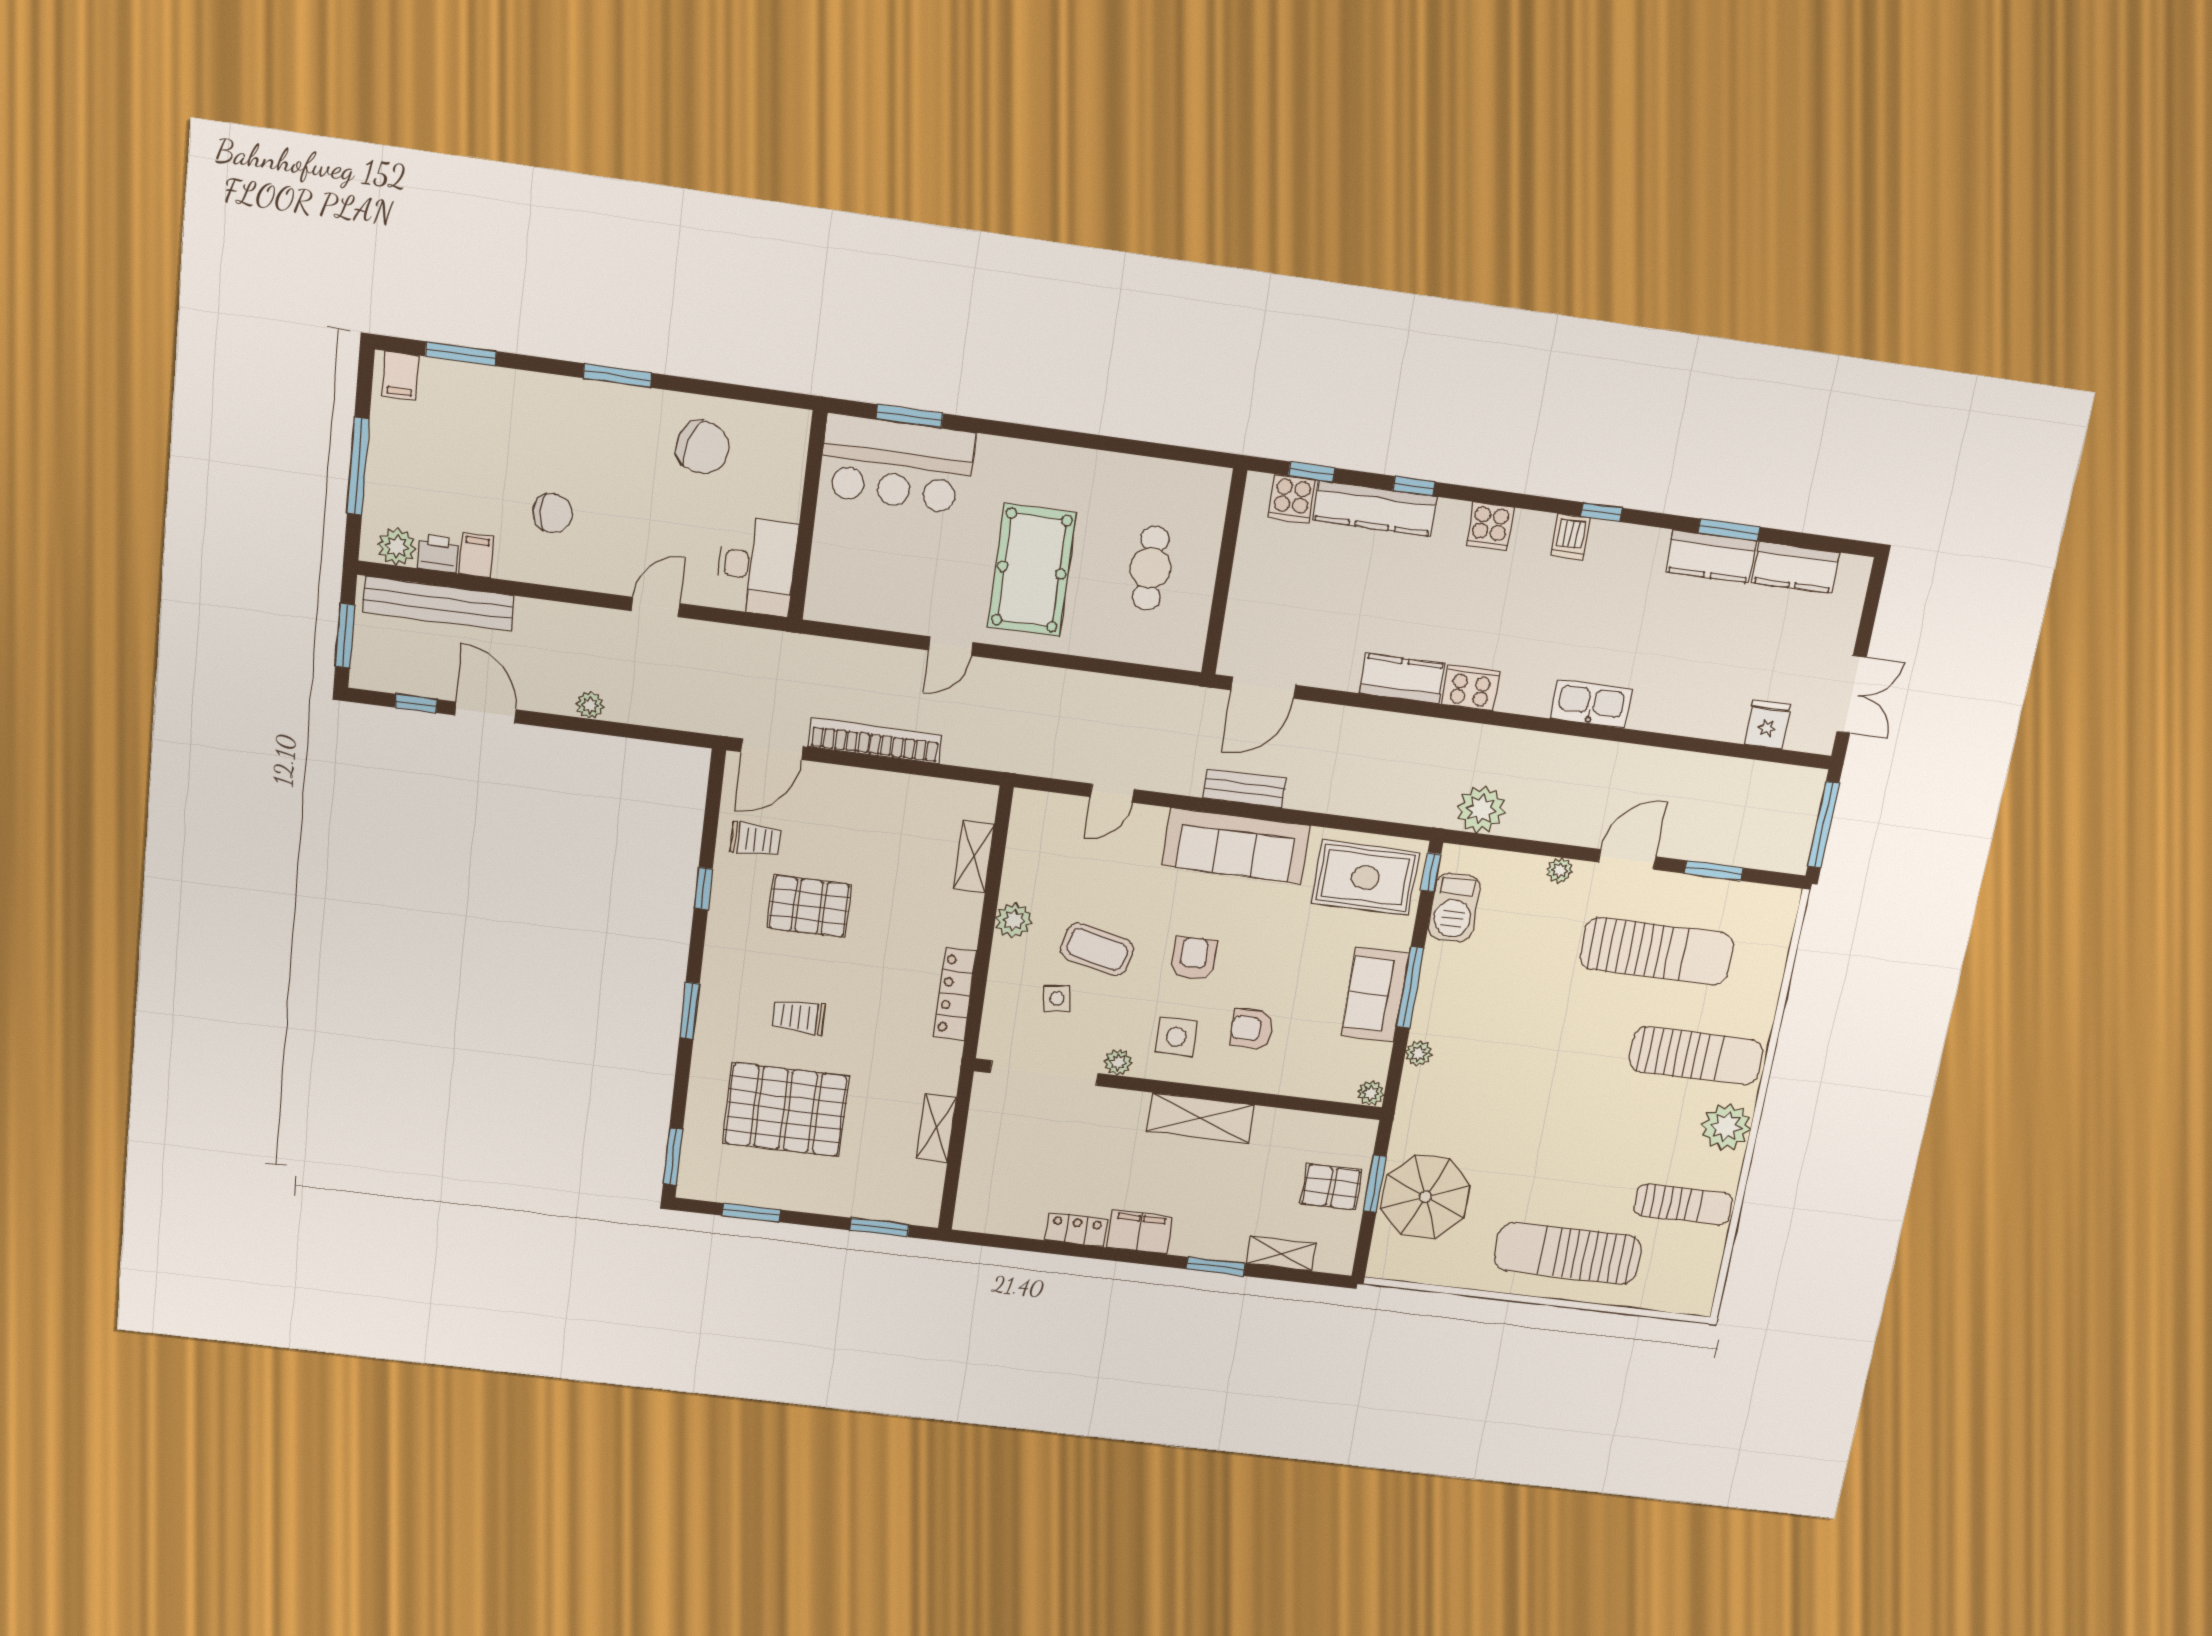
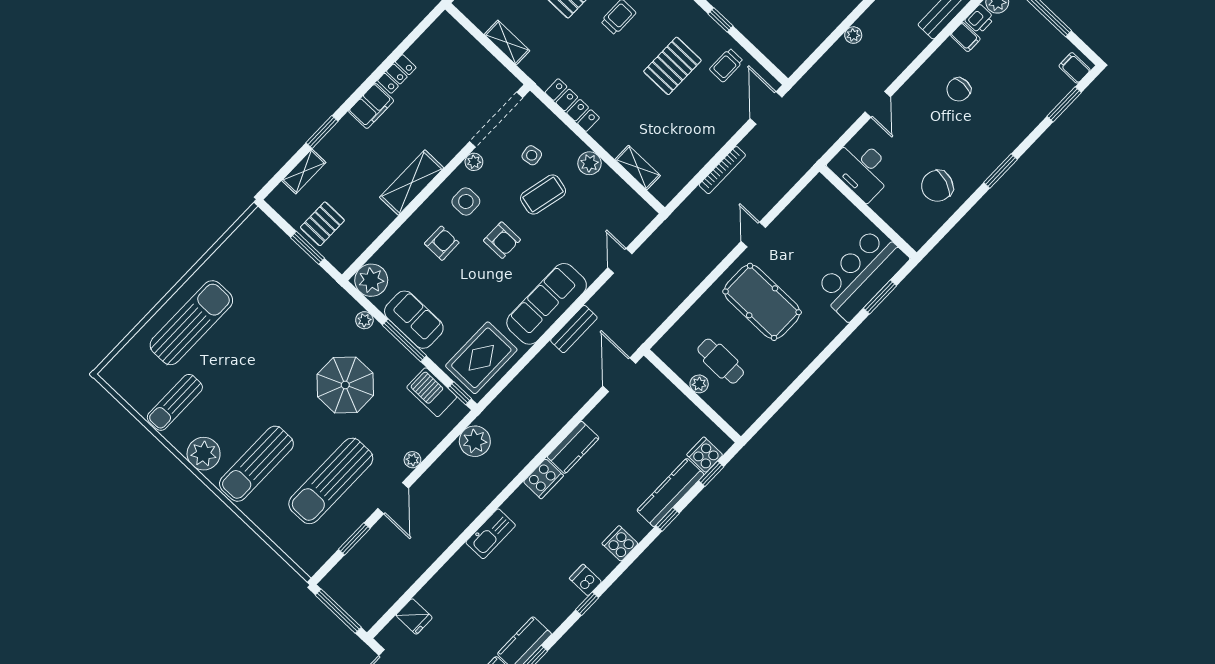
plant: (1202, 575) -> (699, 384), added
bookcase: (875, 741) -> (722, 170), width x0.68, depth x0.76
plant: (1371, 1093) -> (371, 280), width x1.88, depth x1.88
parasol: (1425, 1197) -> (345, 385), moved

